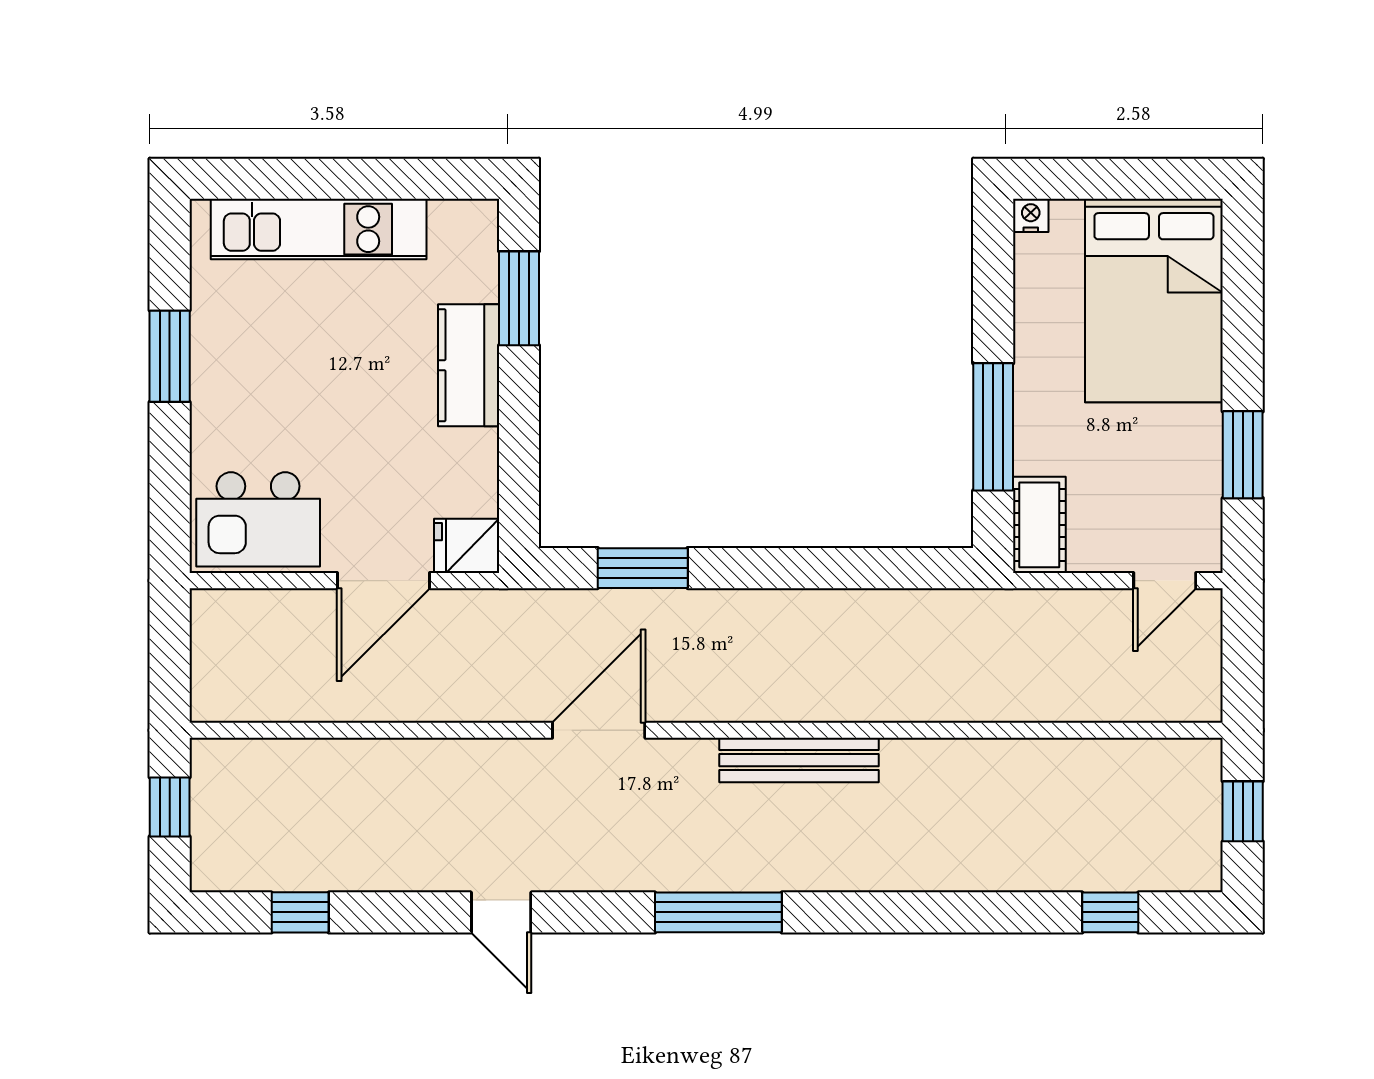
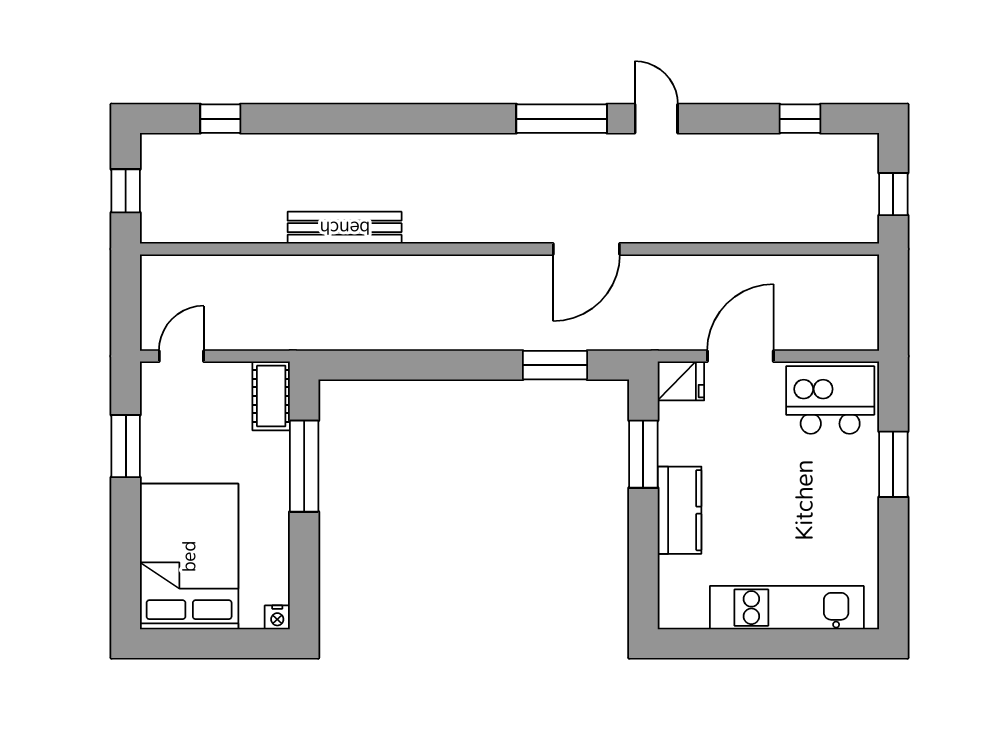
window: (519, 298) -> (643, 454), moved
window: (170, 356) -> (893, 464), moved
bench: (799, 760) -> (345, 228), moved
window: (718, 912) -> (562, 119), moved

